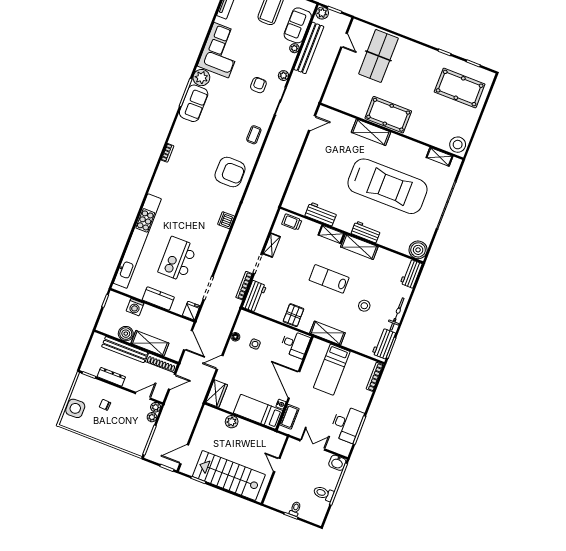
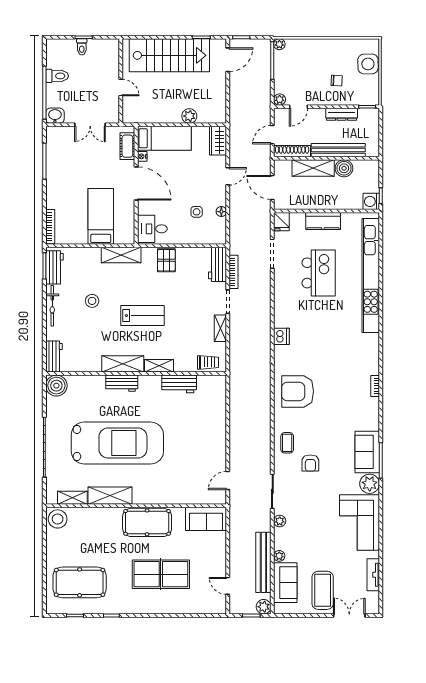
table tennis table: (378, 56) -> (161, 574), moved, turned 90
armchair: (258, 85) -> (310, 463), moved
sofa: (341, 100) -> (206, 519), added
shelving: (371, 132) -> (110, 496), moved
car: (387, 186) -> (117, 443), turned 180
washing machine: (135, 307) -> (371, 201), moved, turned -90
plant: (152, 417) -> (279, 44), moved
desk: (347, 424) -> (61, 163), removed

